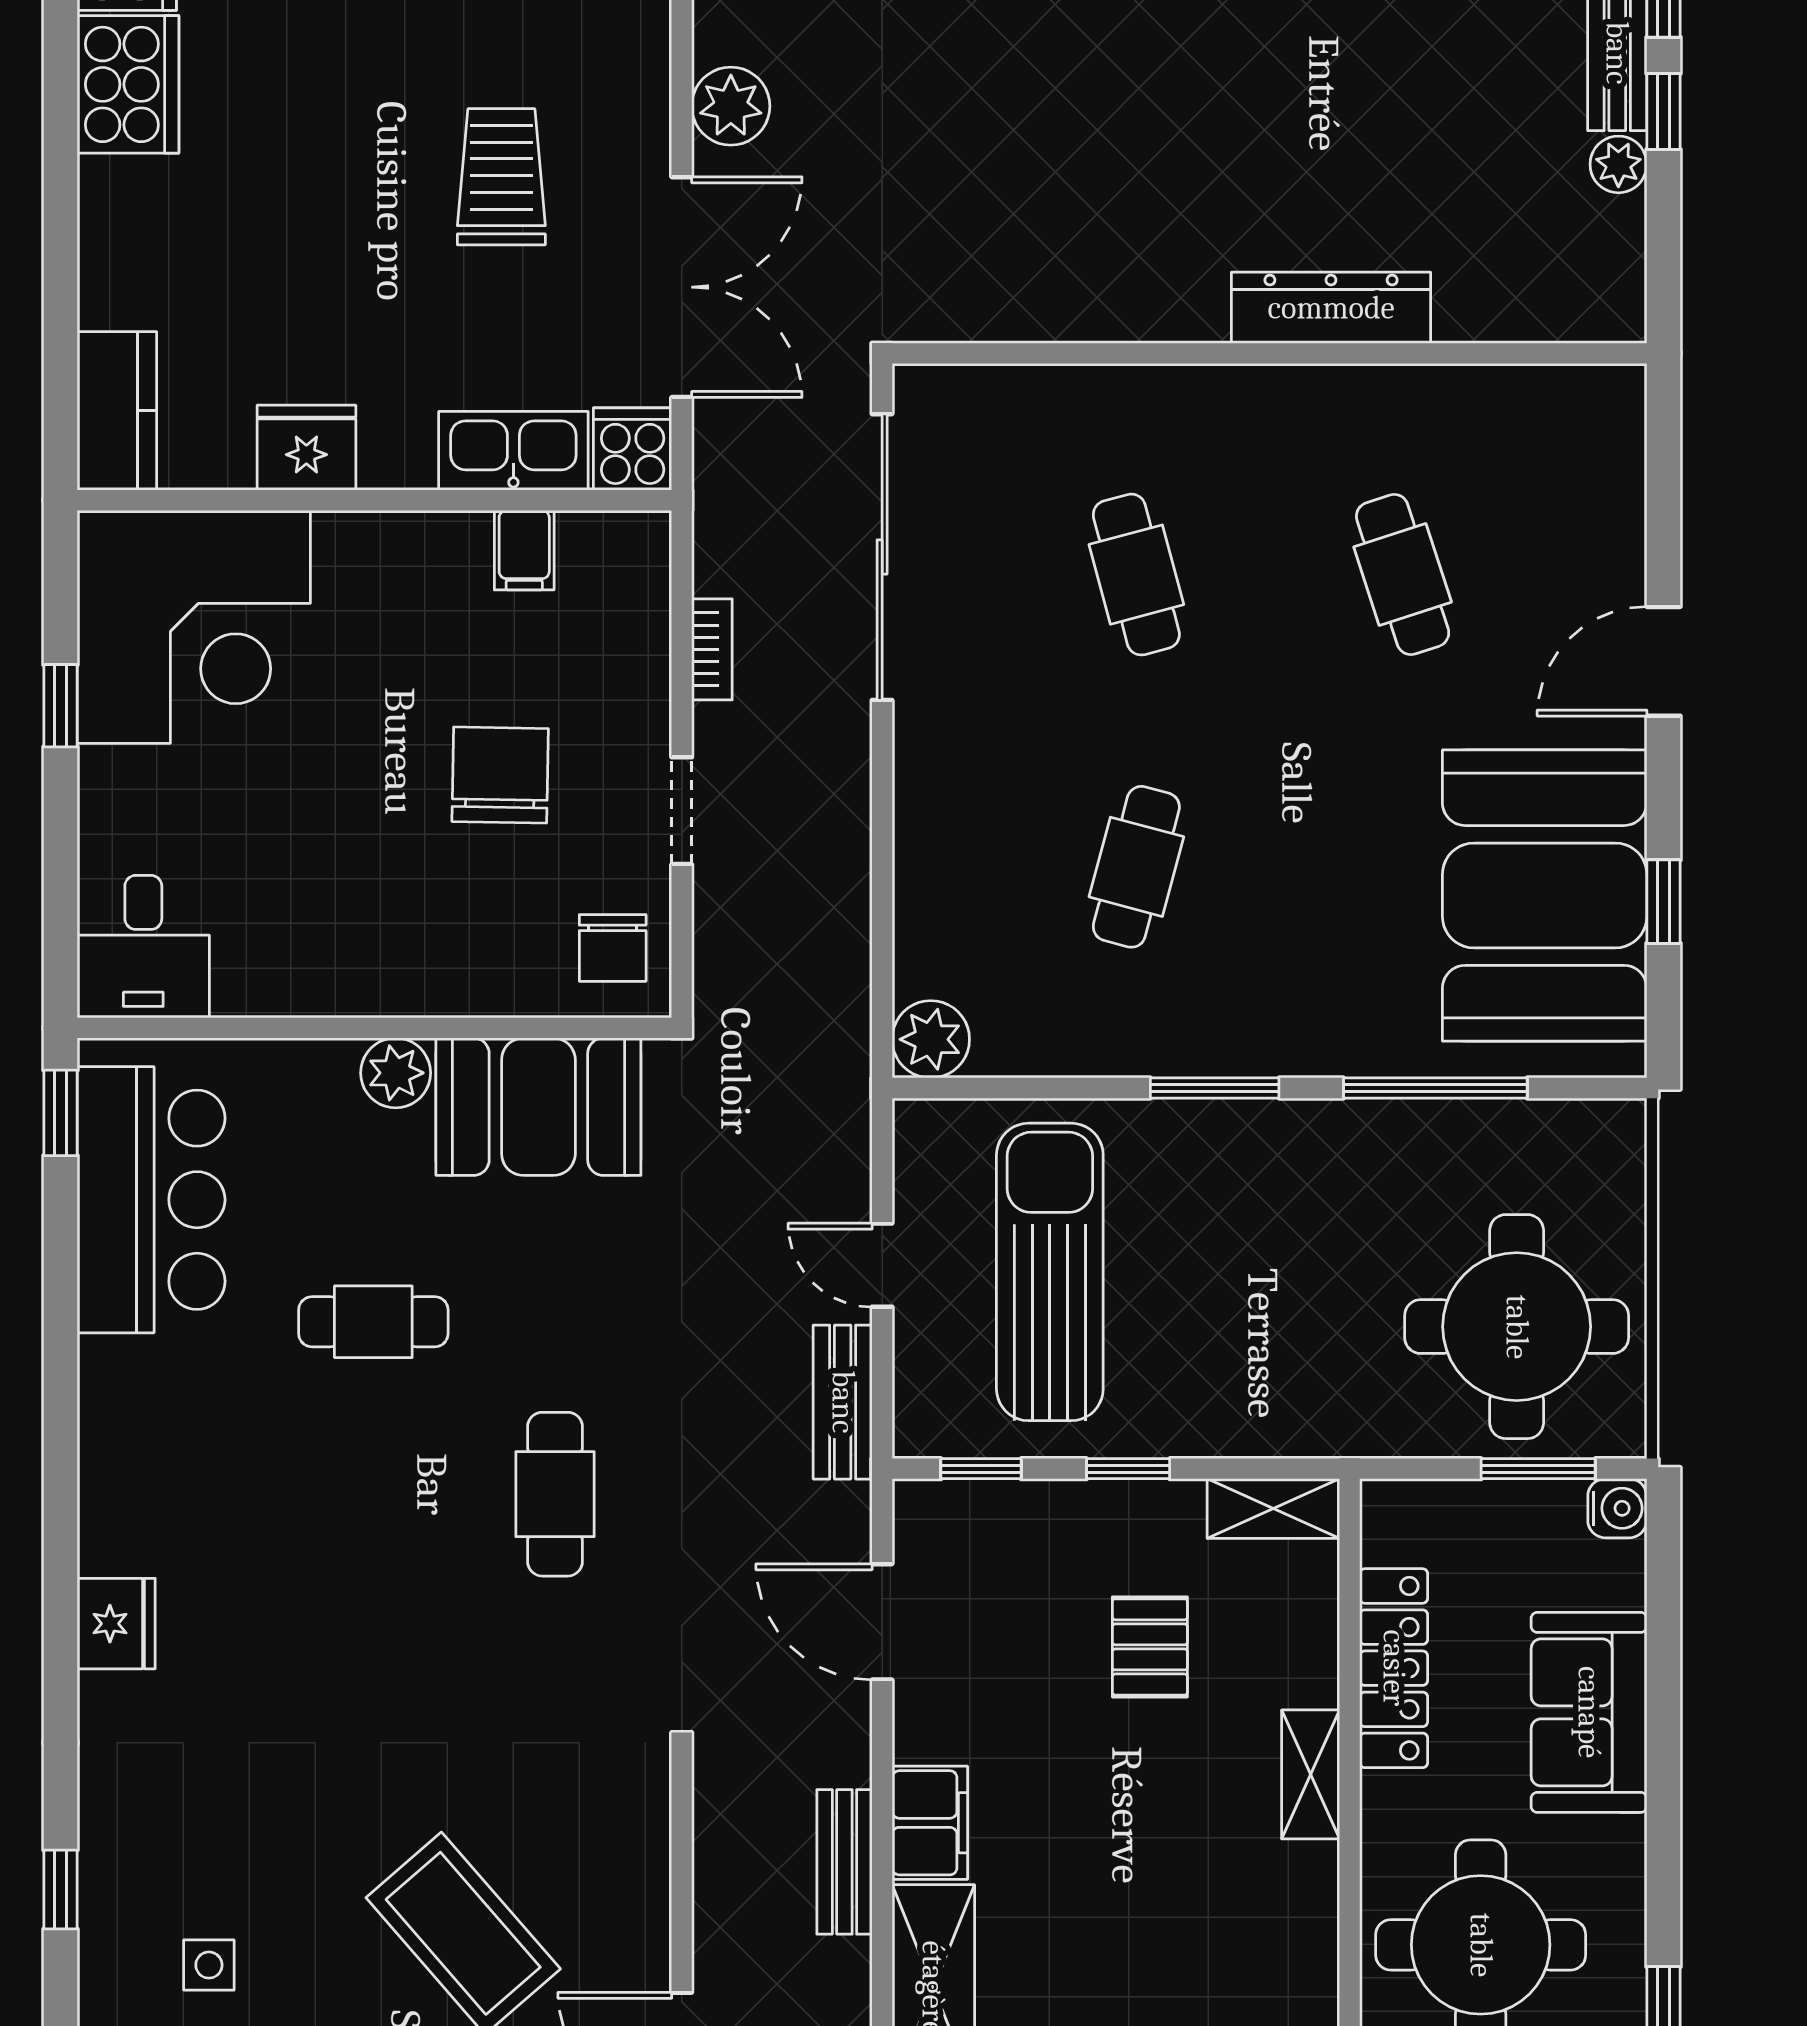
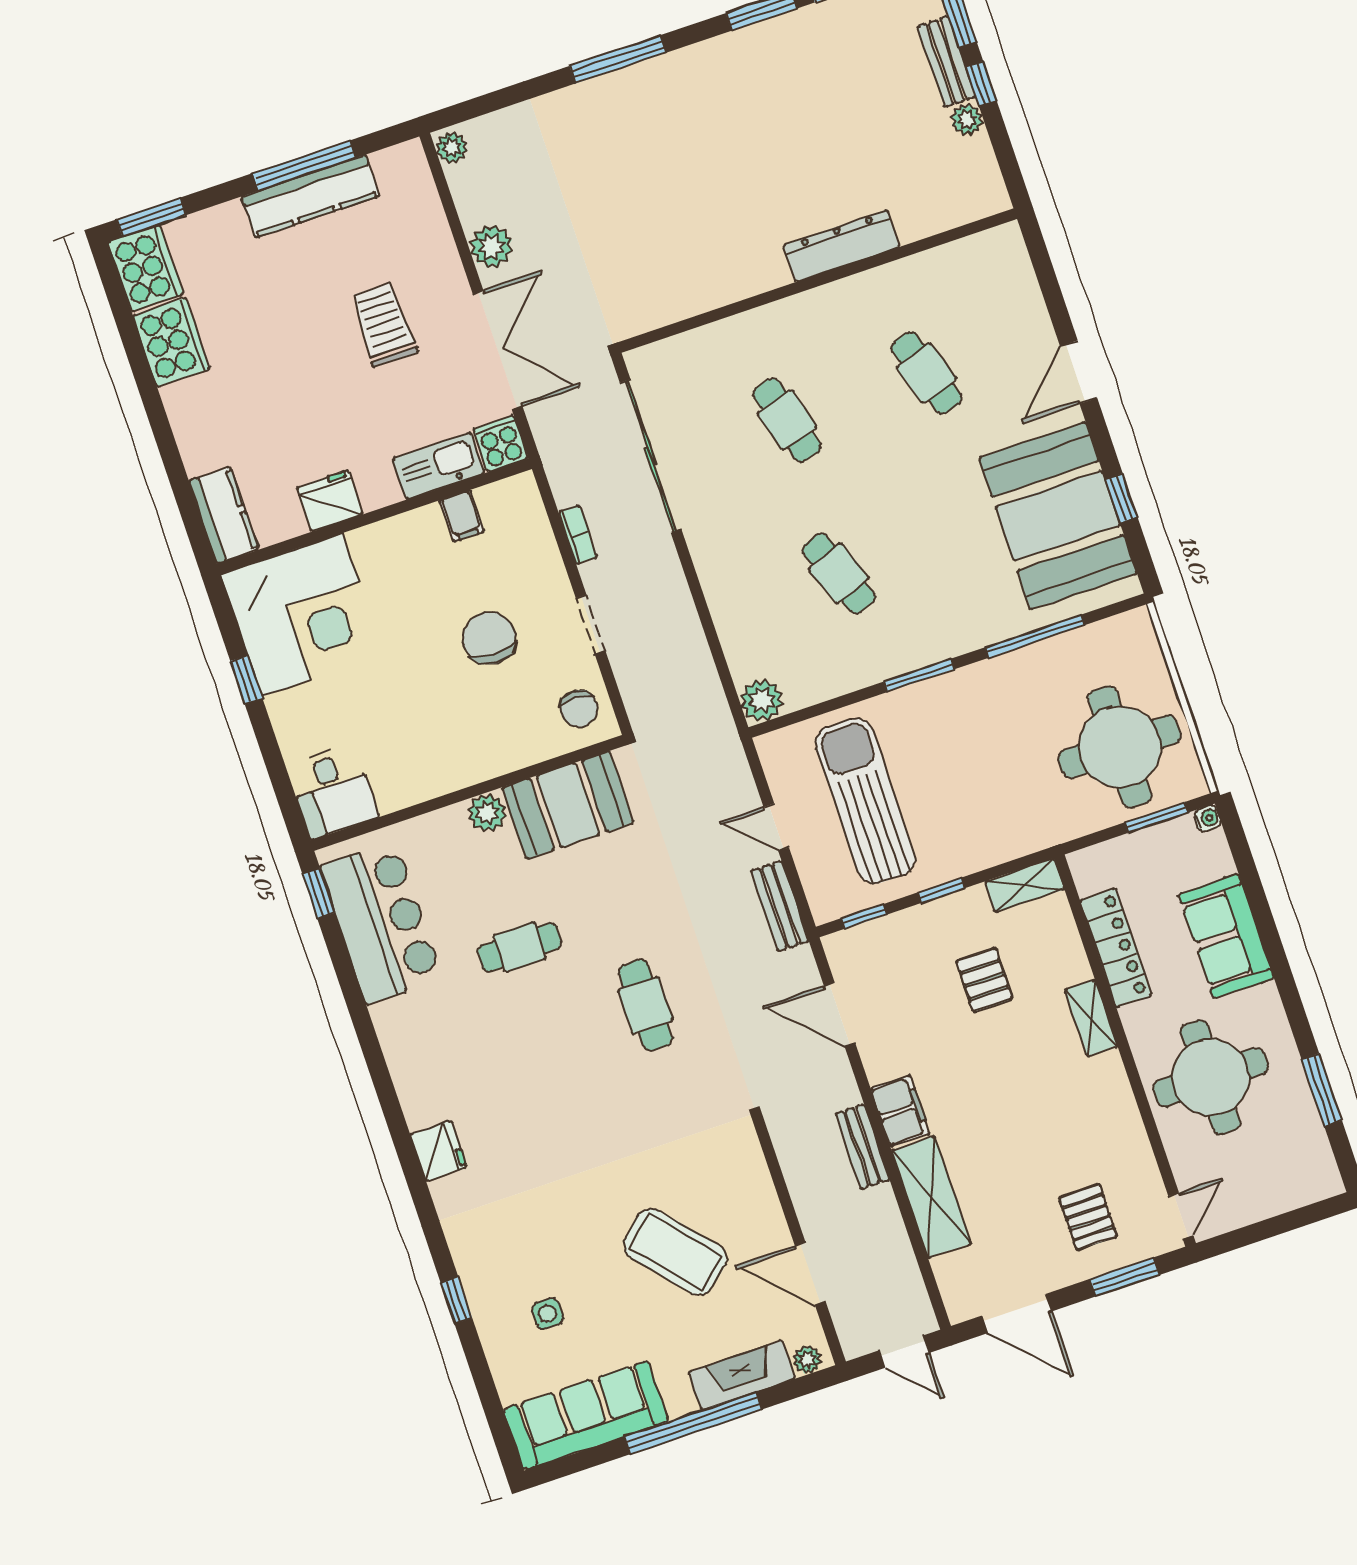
cafe table: (1136, 867) -> (839, 573), turned -36
water cooler: (1617, 1508) -> (1208, 818), width x0.72, depth x0.72

